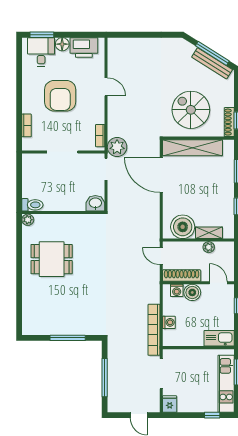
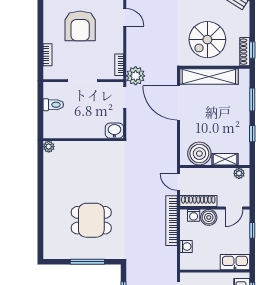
spiral stairs: (191, 110) -> (207, 40), turned -90
toilet: (32, 205) -> (53, 105), moved
plant: (209, 247) -> (239, 173), moved
dining table: (52, 259) -> (91, 220), moved
door: (218, 283) -> (234, 208), swing flipped
bookcase: (154, 330) -> (171, 221), moved

